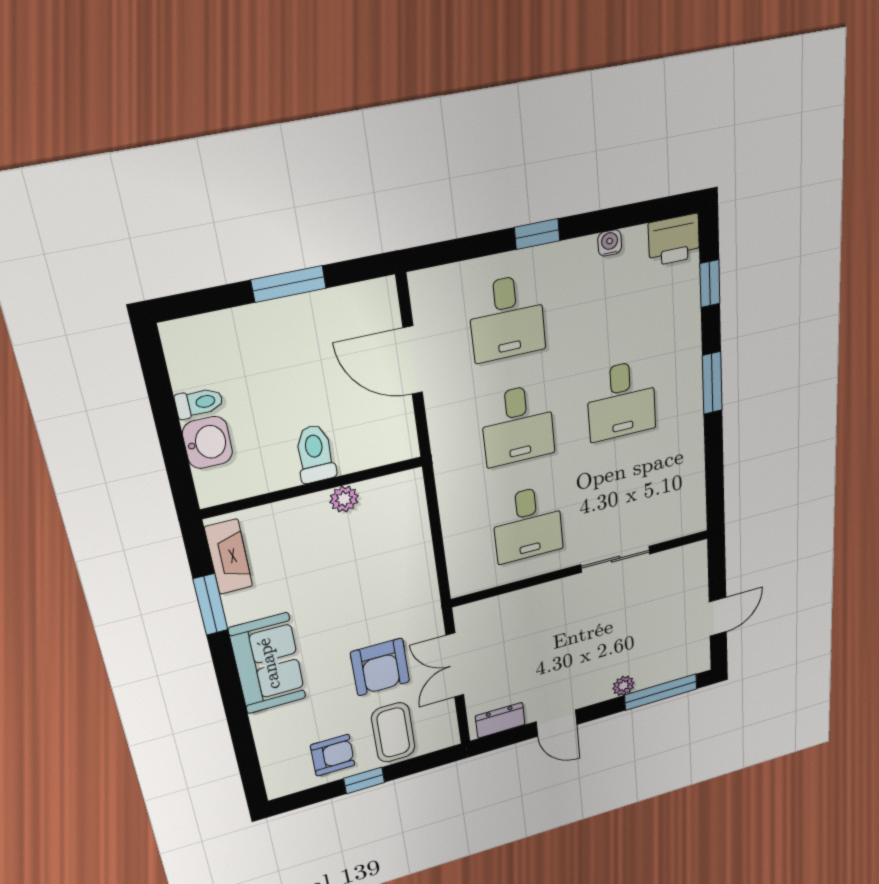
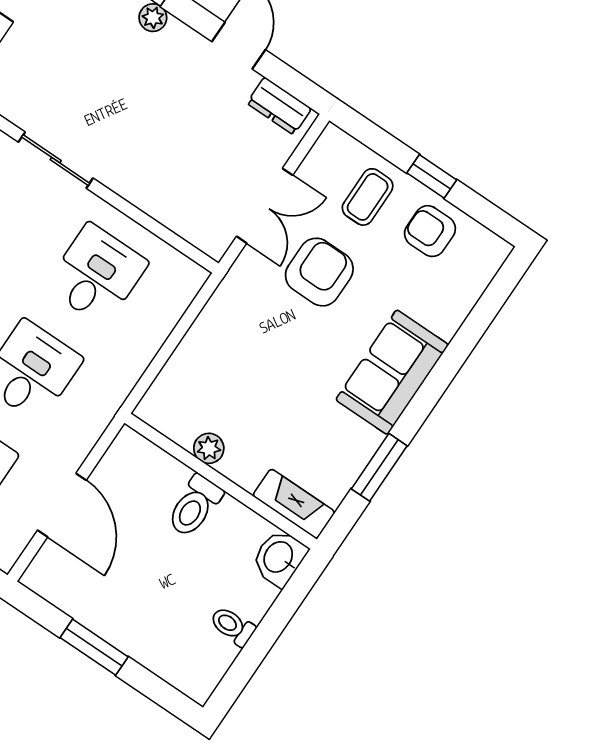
washbasin: (208, 442) -> (279, 558), moved
fireplace: (229, 557) -> (294, 504), moved, turned 90
coffee table: (393, 732) -> (368, 197), width x0.73, depth x0.77

